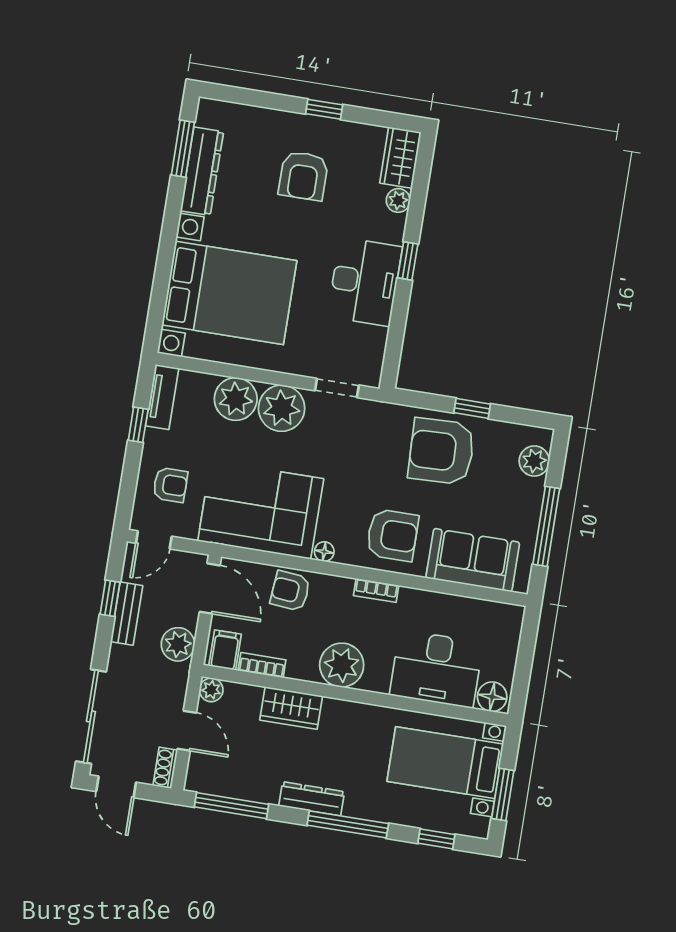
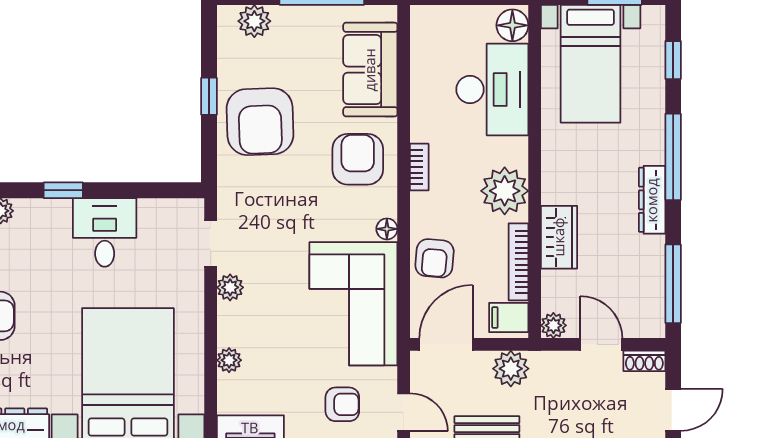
desk: (365, 282) -> (105, 232), width x0.73
plant: (236, 399) -> (229, 360), width x0.53, depth x0.53
plant: (282, 408) -> (230, 287), width x0.53, depth x0.53
armchair: (170, 485) -> (342, 404), turned 90
bookcase: (262, 665) -> (518, 262), width x1.56
door: (187, 731) -> (601, 344), hinge flipped

